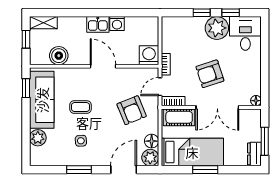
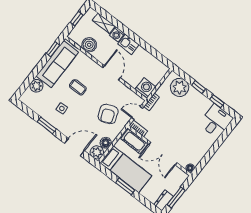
shelving: (43, 23) -> (104, 23), moved
washing machine: (117, 23) -> (117, 34), moved
plant: (217, 28) -> (180, 87), moved
armchair: (210, 74) -> (174, 129), removed

